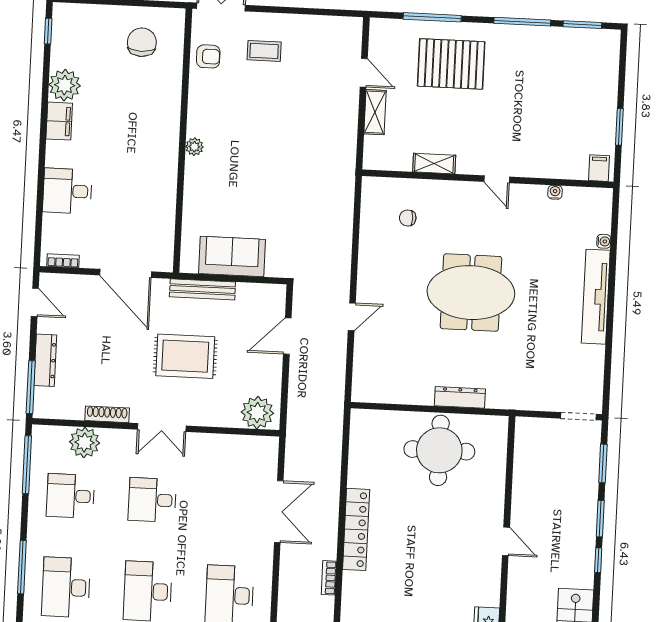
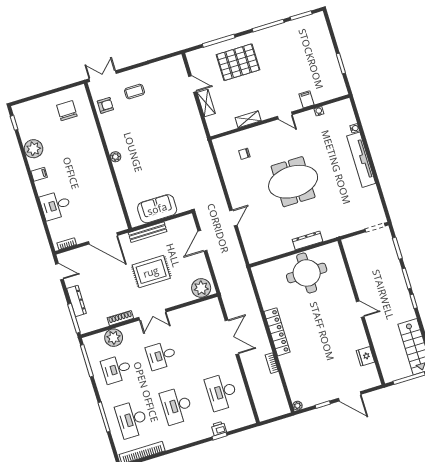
filing cabinet: (59, 121) -> (39, 174), width x0.50
filing cabinet: (599, 168) -> (307, 99), moved

